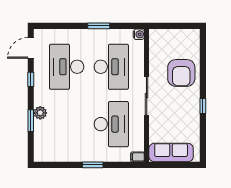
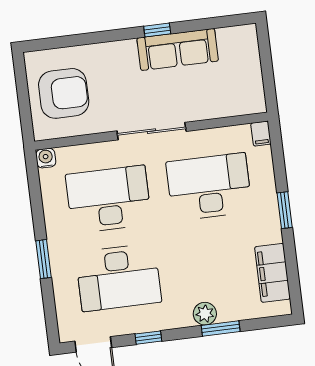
window: (99, 26) -> (44, 259), moved
armchair: (181, 73) -> (64, 93), moved
sofa: (171, 153) -> (178, 49), moved, turned -90
filing cabinet: (58, 154) -> (272, 273), added

